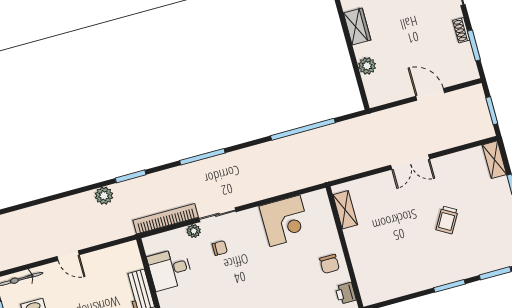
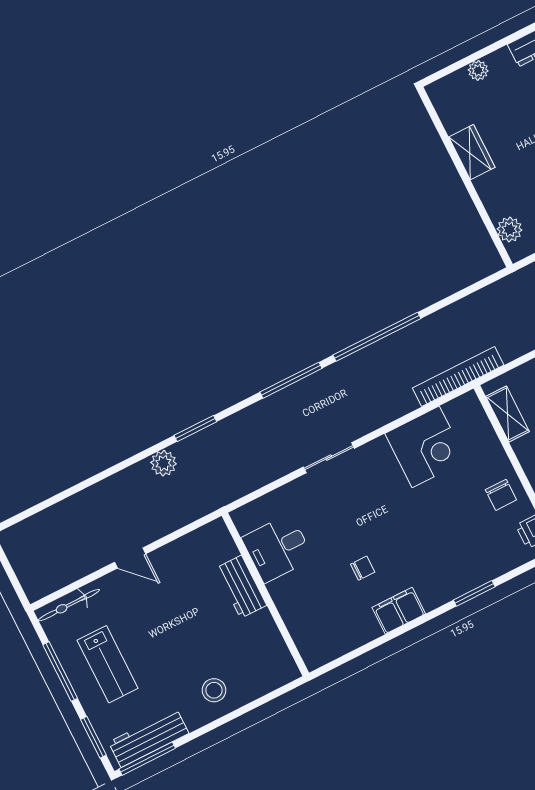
plant: (367, 66) -> (510, 229), moved
window: (303, 129) -> (377, 337), moved
bookcase: (166, 219) -> (458, 377), moved
plant: (194, 231) -> (300, 487), removed
chair: (220, 248) -> (363, 568), moved

